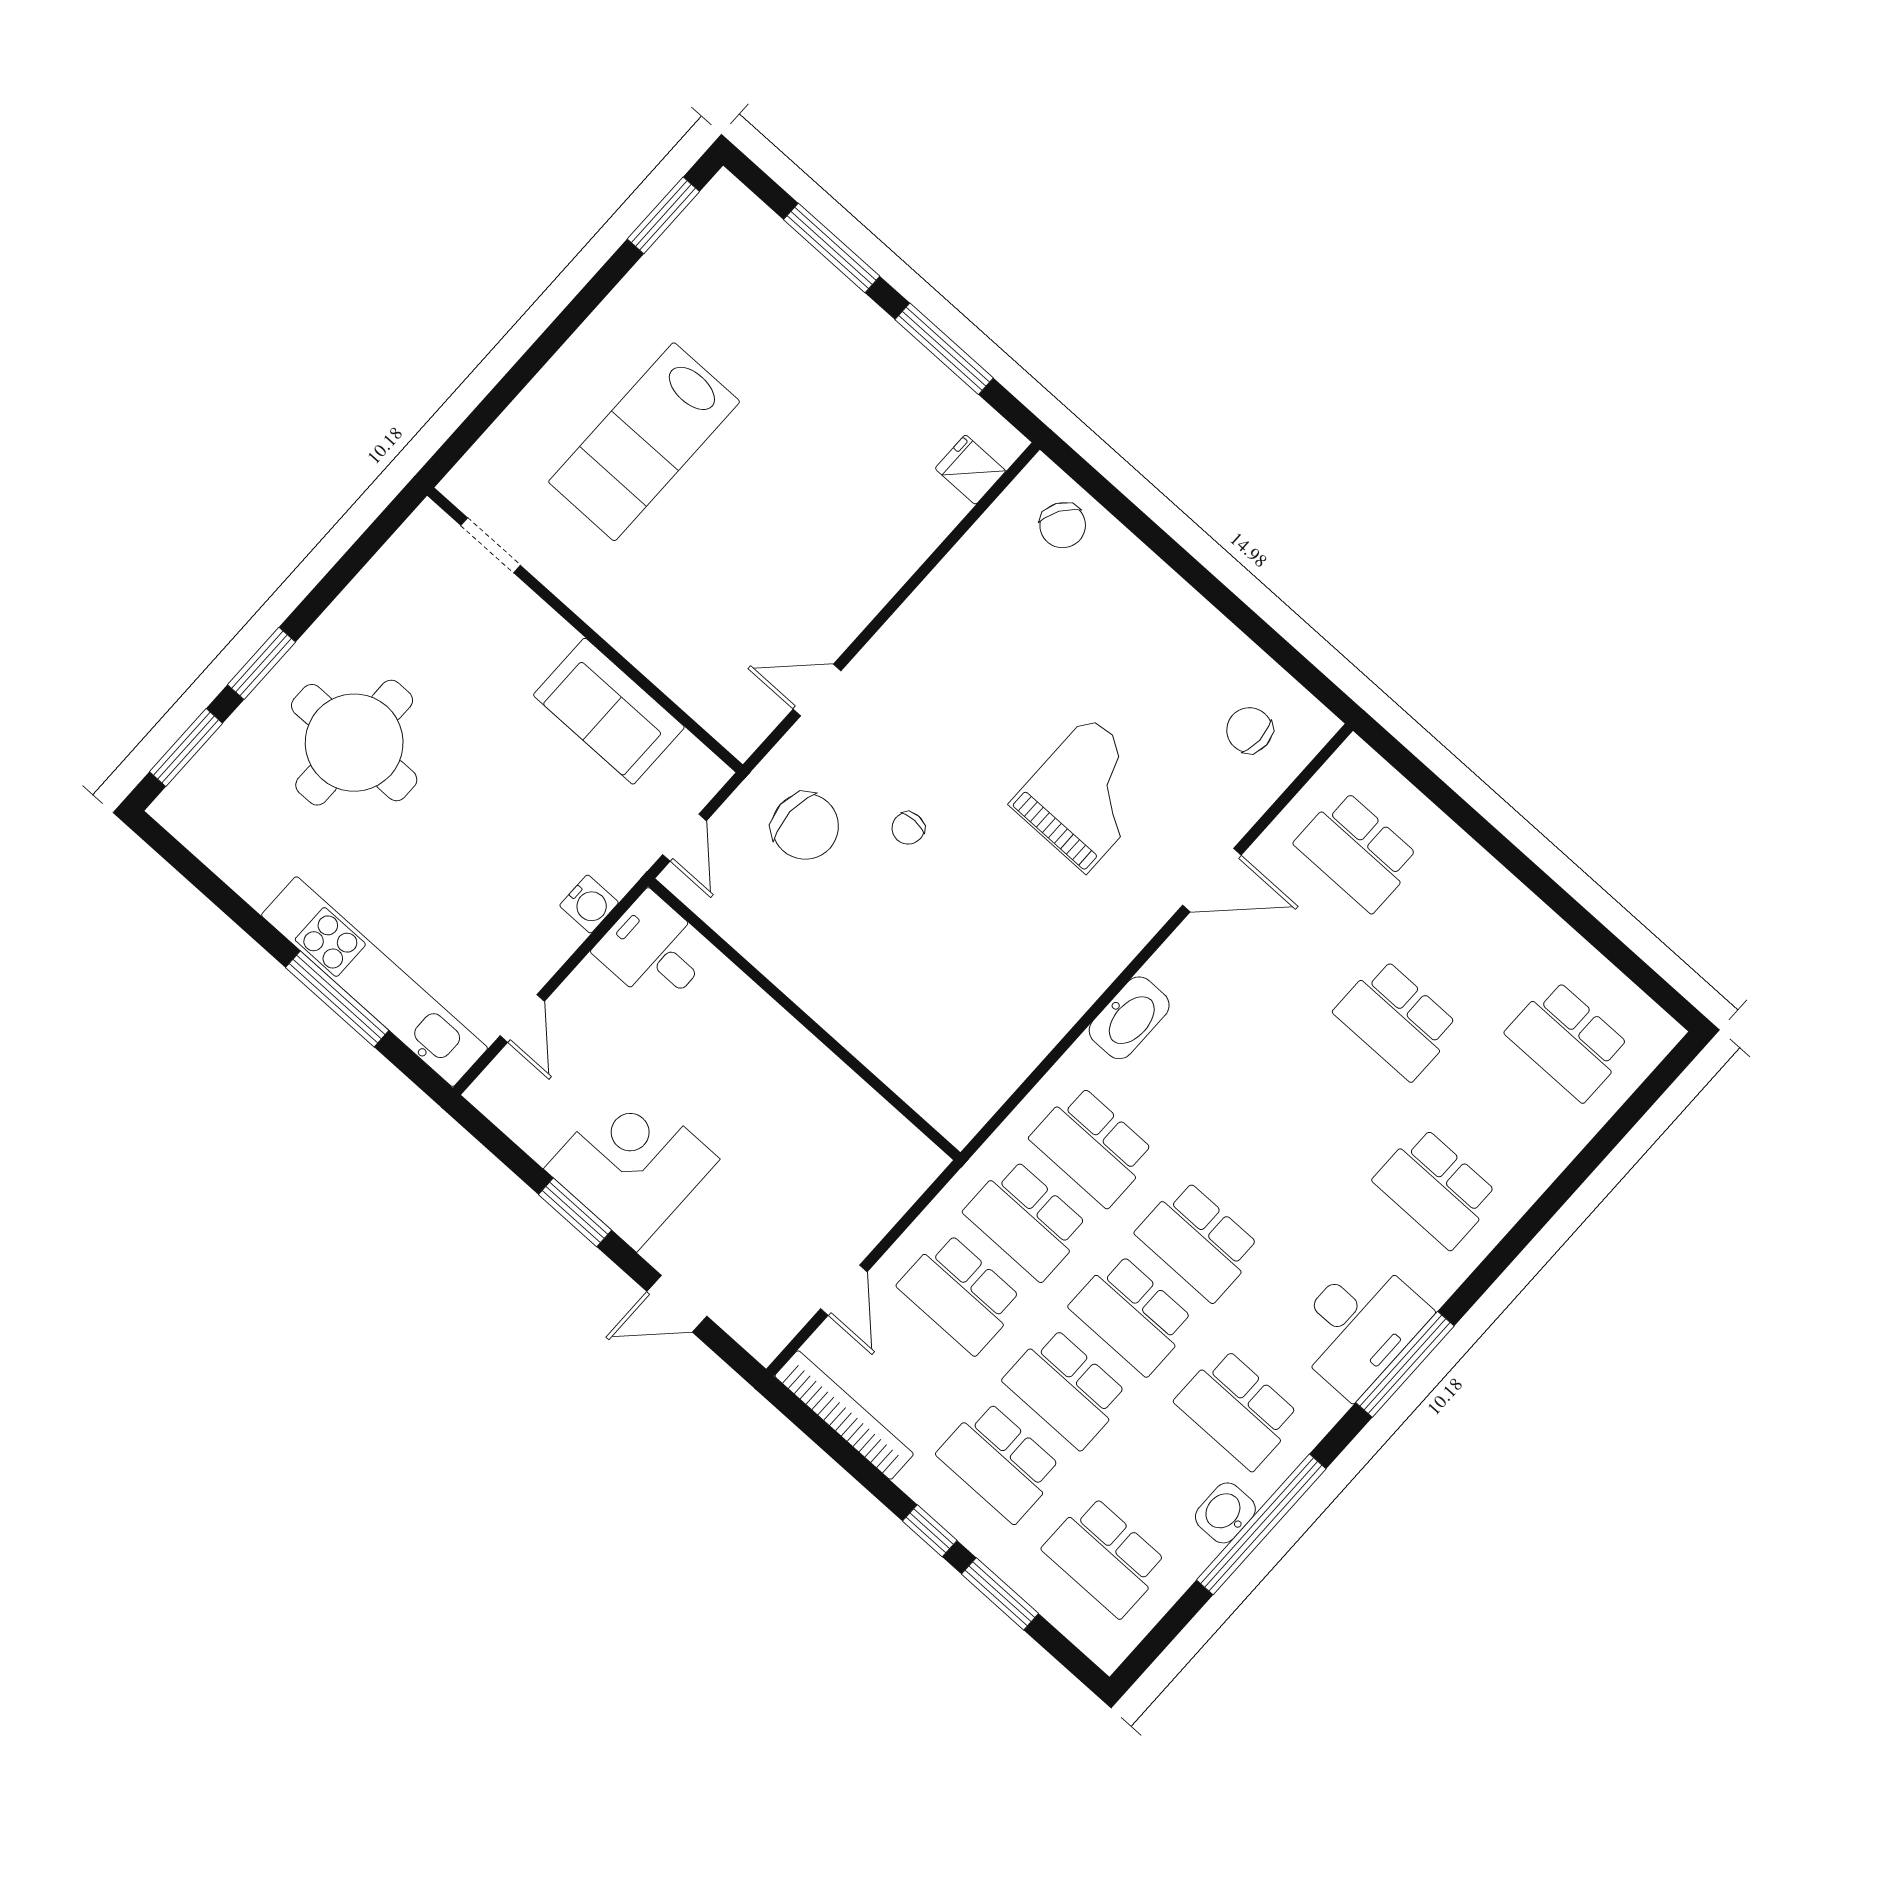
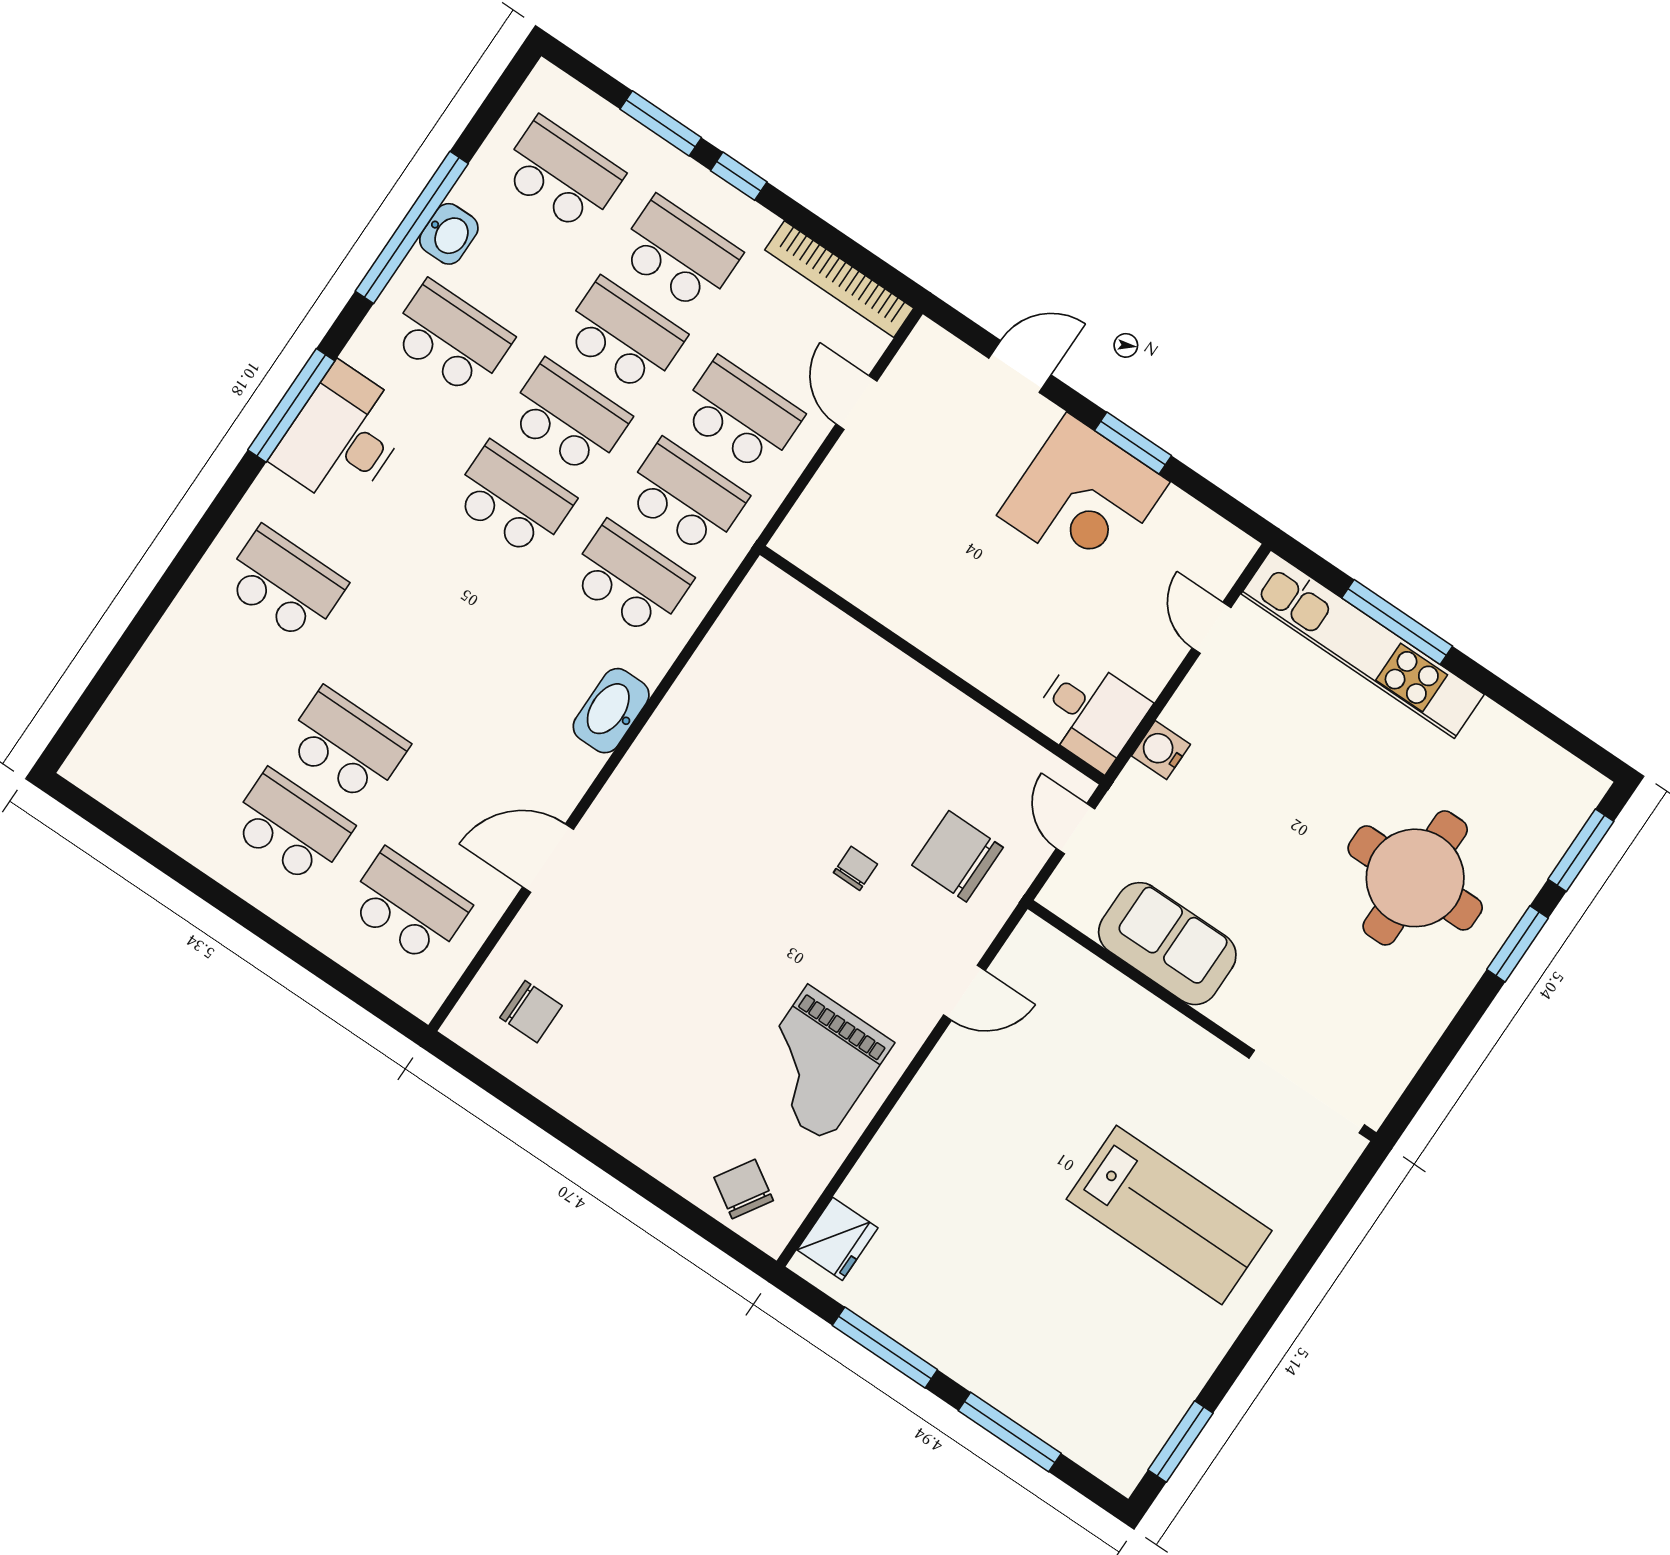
lab bench: (644, 442) -> (1169, 1215), turned 90
fridge: (970, 470) -> (837, 1239), width x1.38
doorway: (491, 545) -> (1307, 1092), width x1.87
grand piano: (1087, 794) -> (817, 1064), moved
school desk: (1568, 1040) -> (291, 827), moved

